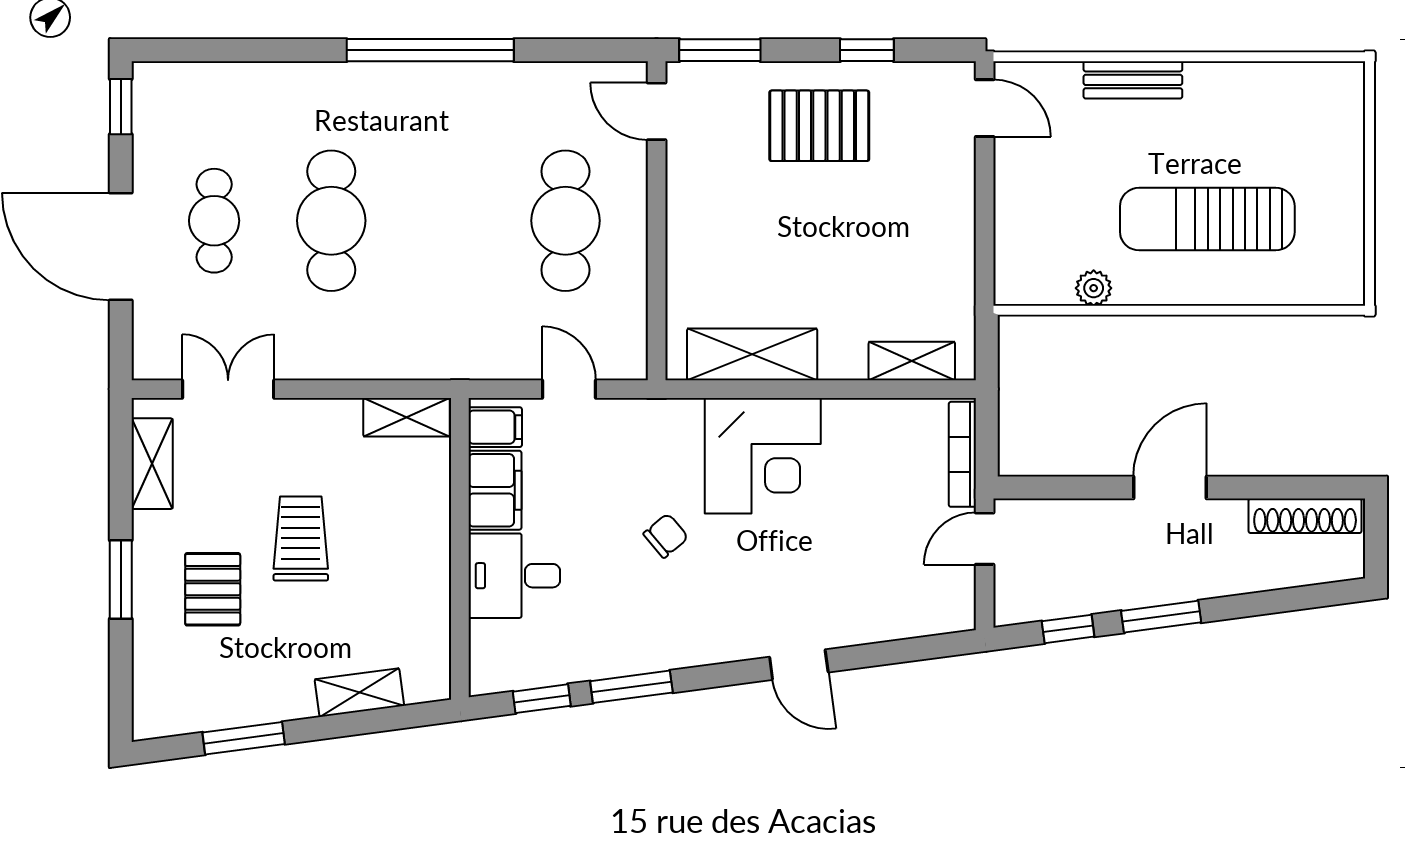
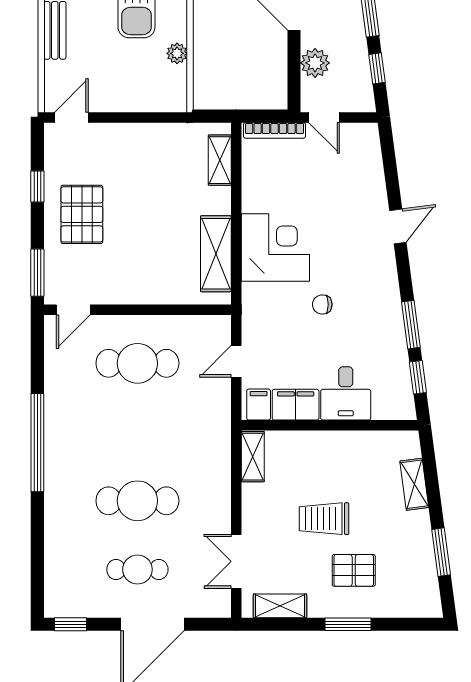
plant: (1077, 523) -> (315, 63), added
chair: (666, 536) -> (322, 304), turned -50

